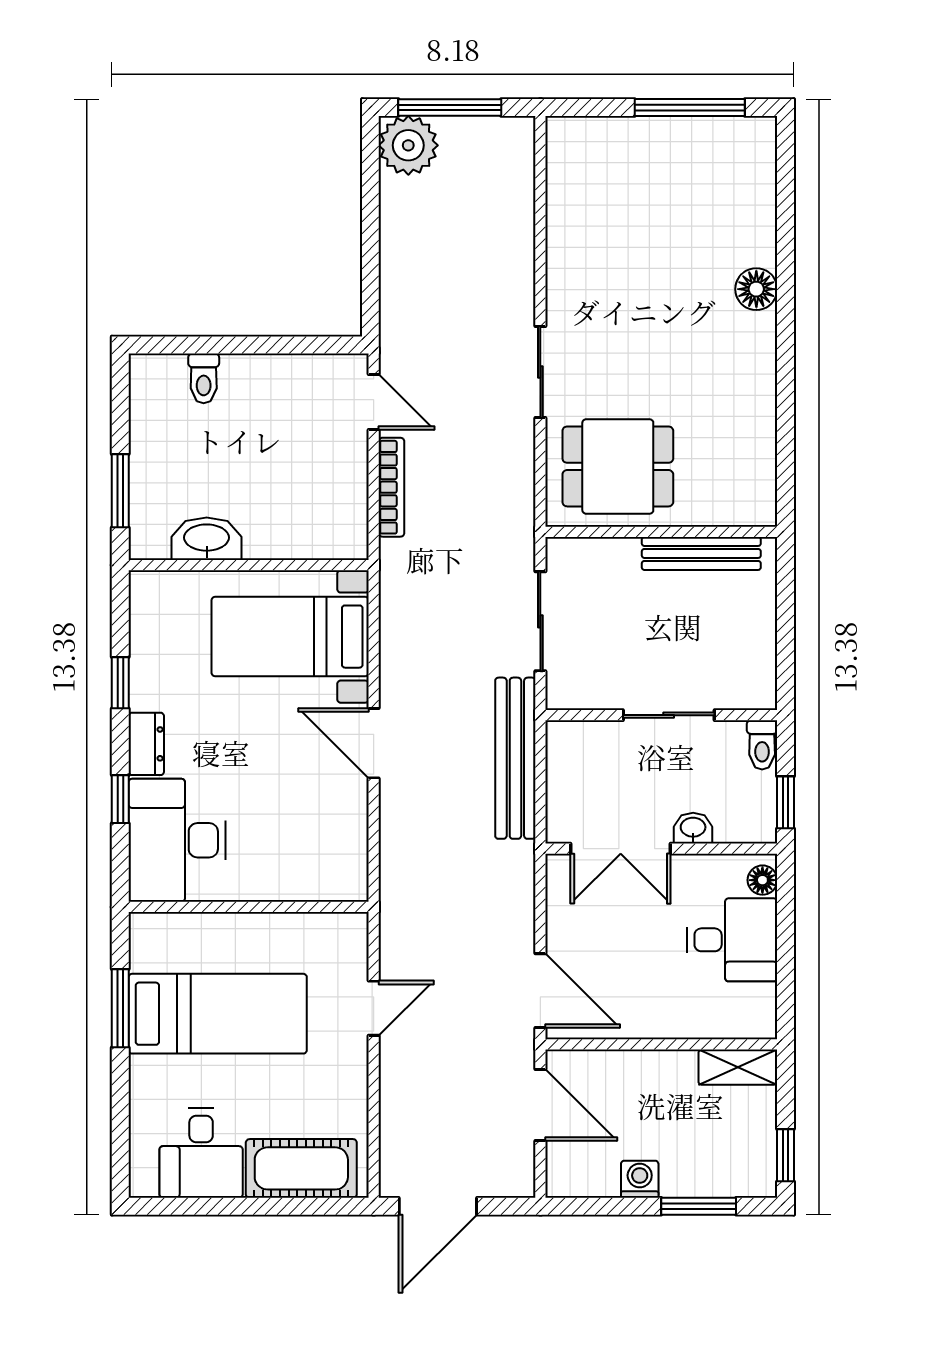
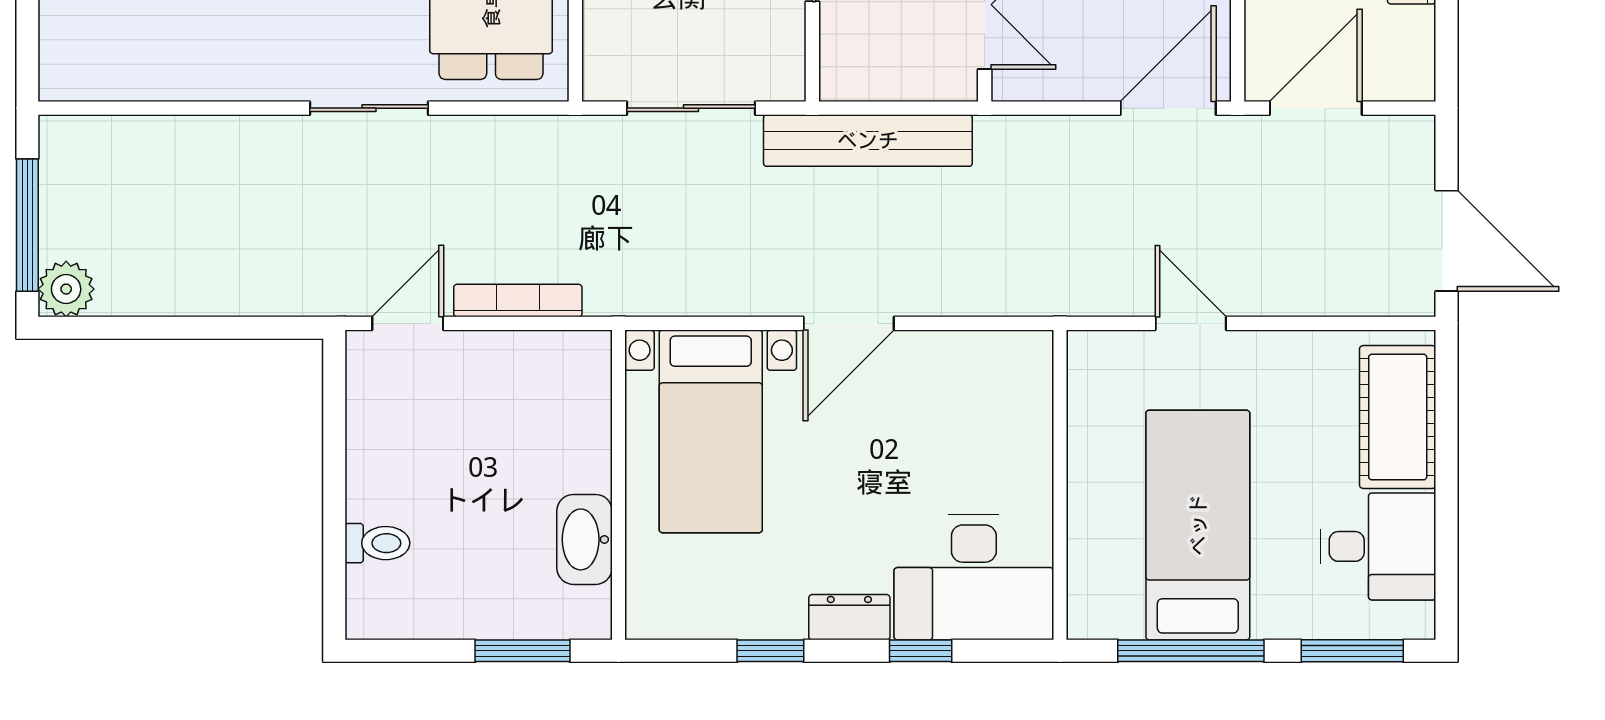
plant: (408, 145) -> (66, 289), width x0.73, depth x0.73
window: (120, 1008) -> (1191, 651), width x1.44
window: (120, 1133) -> (1352, 651), added

